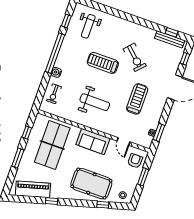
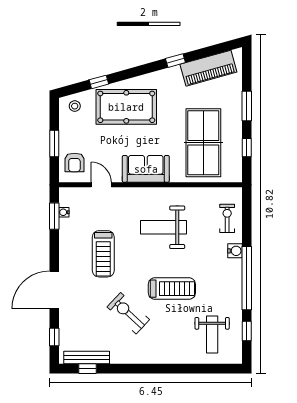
weight bench: (88, 26) -> (212, 334), turned 180

